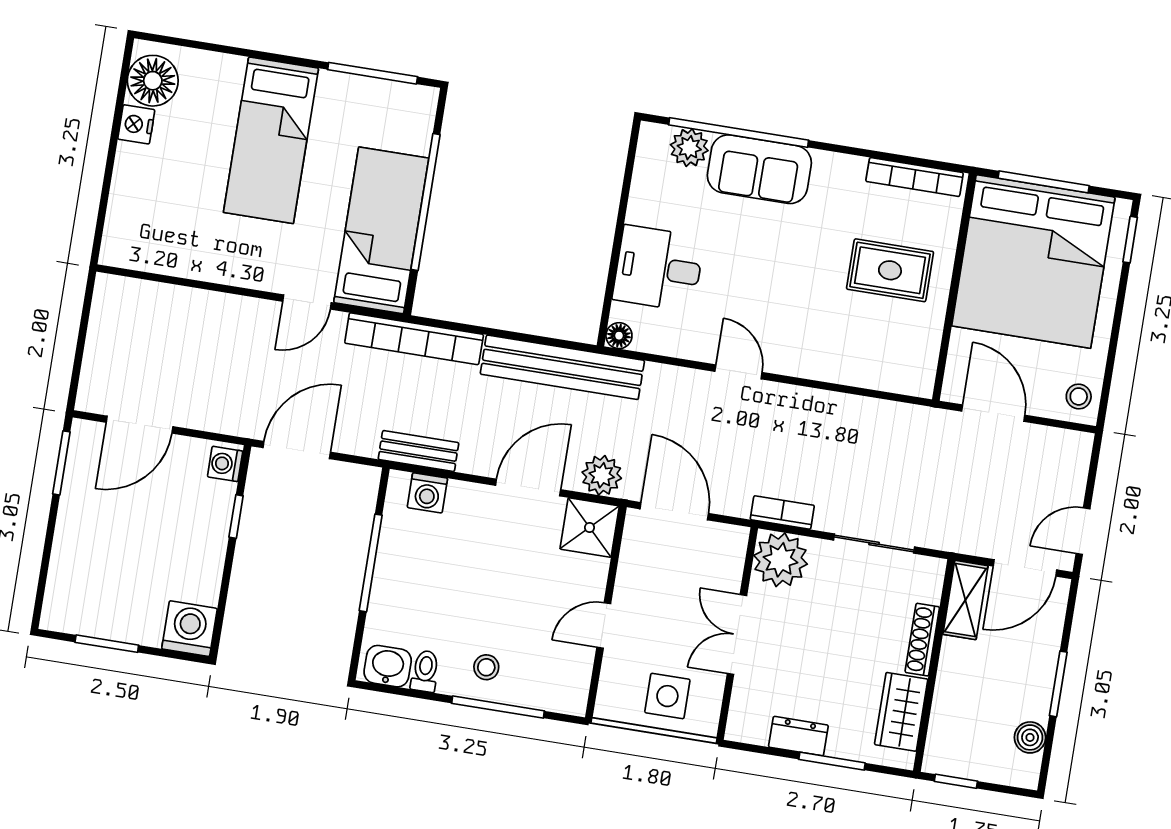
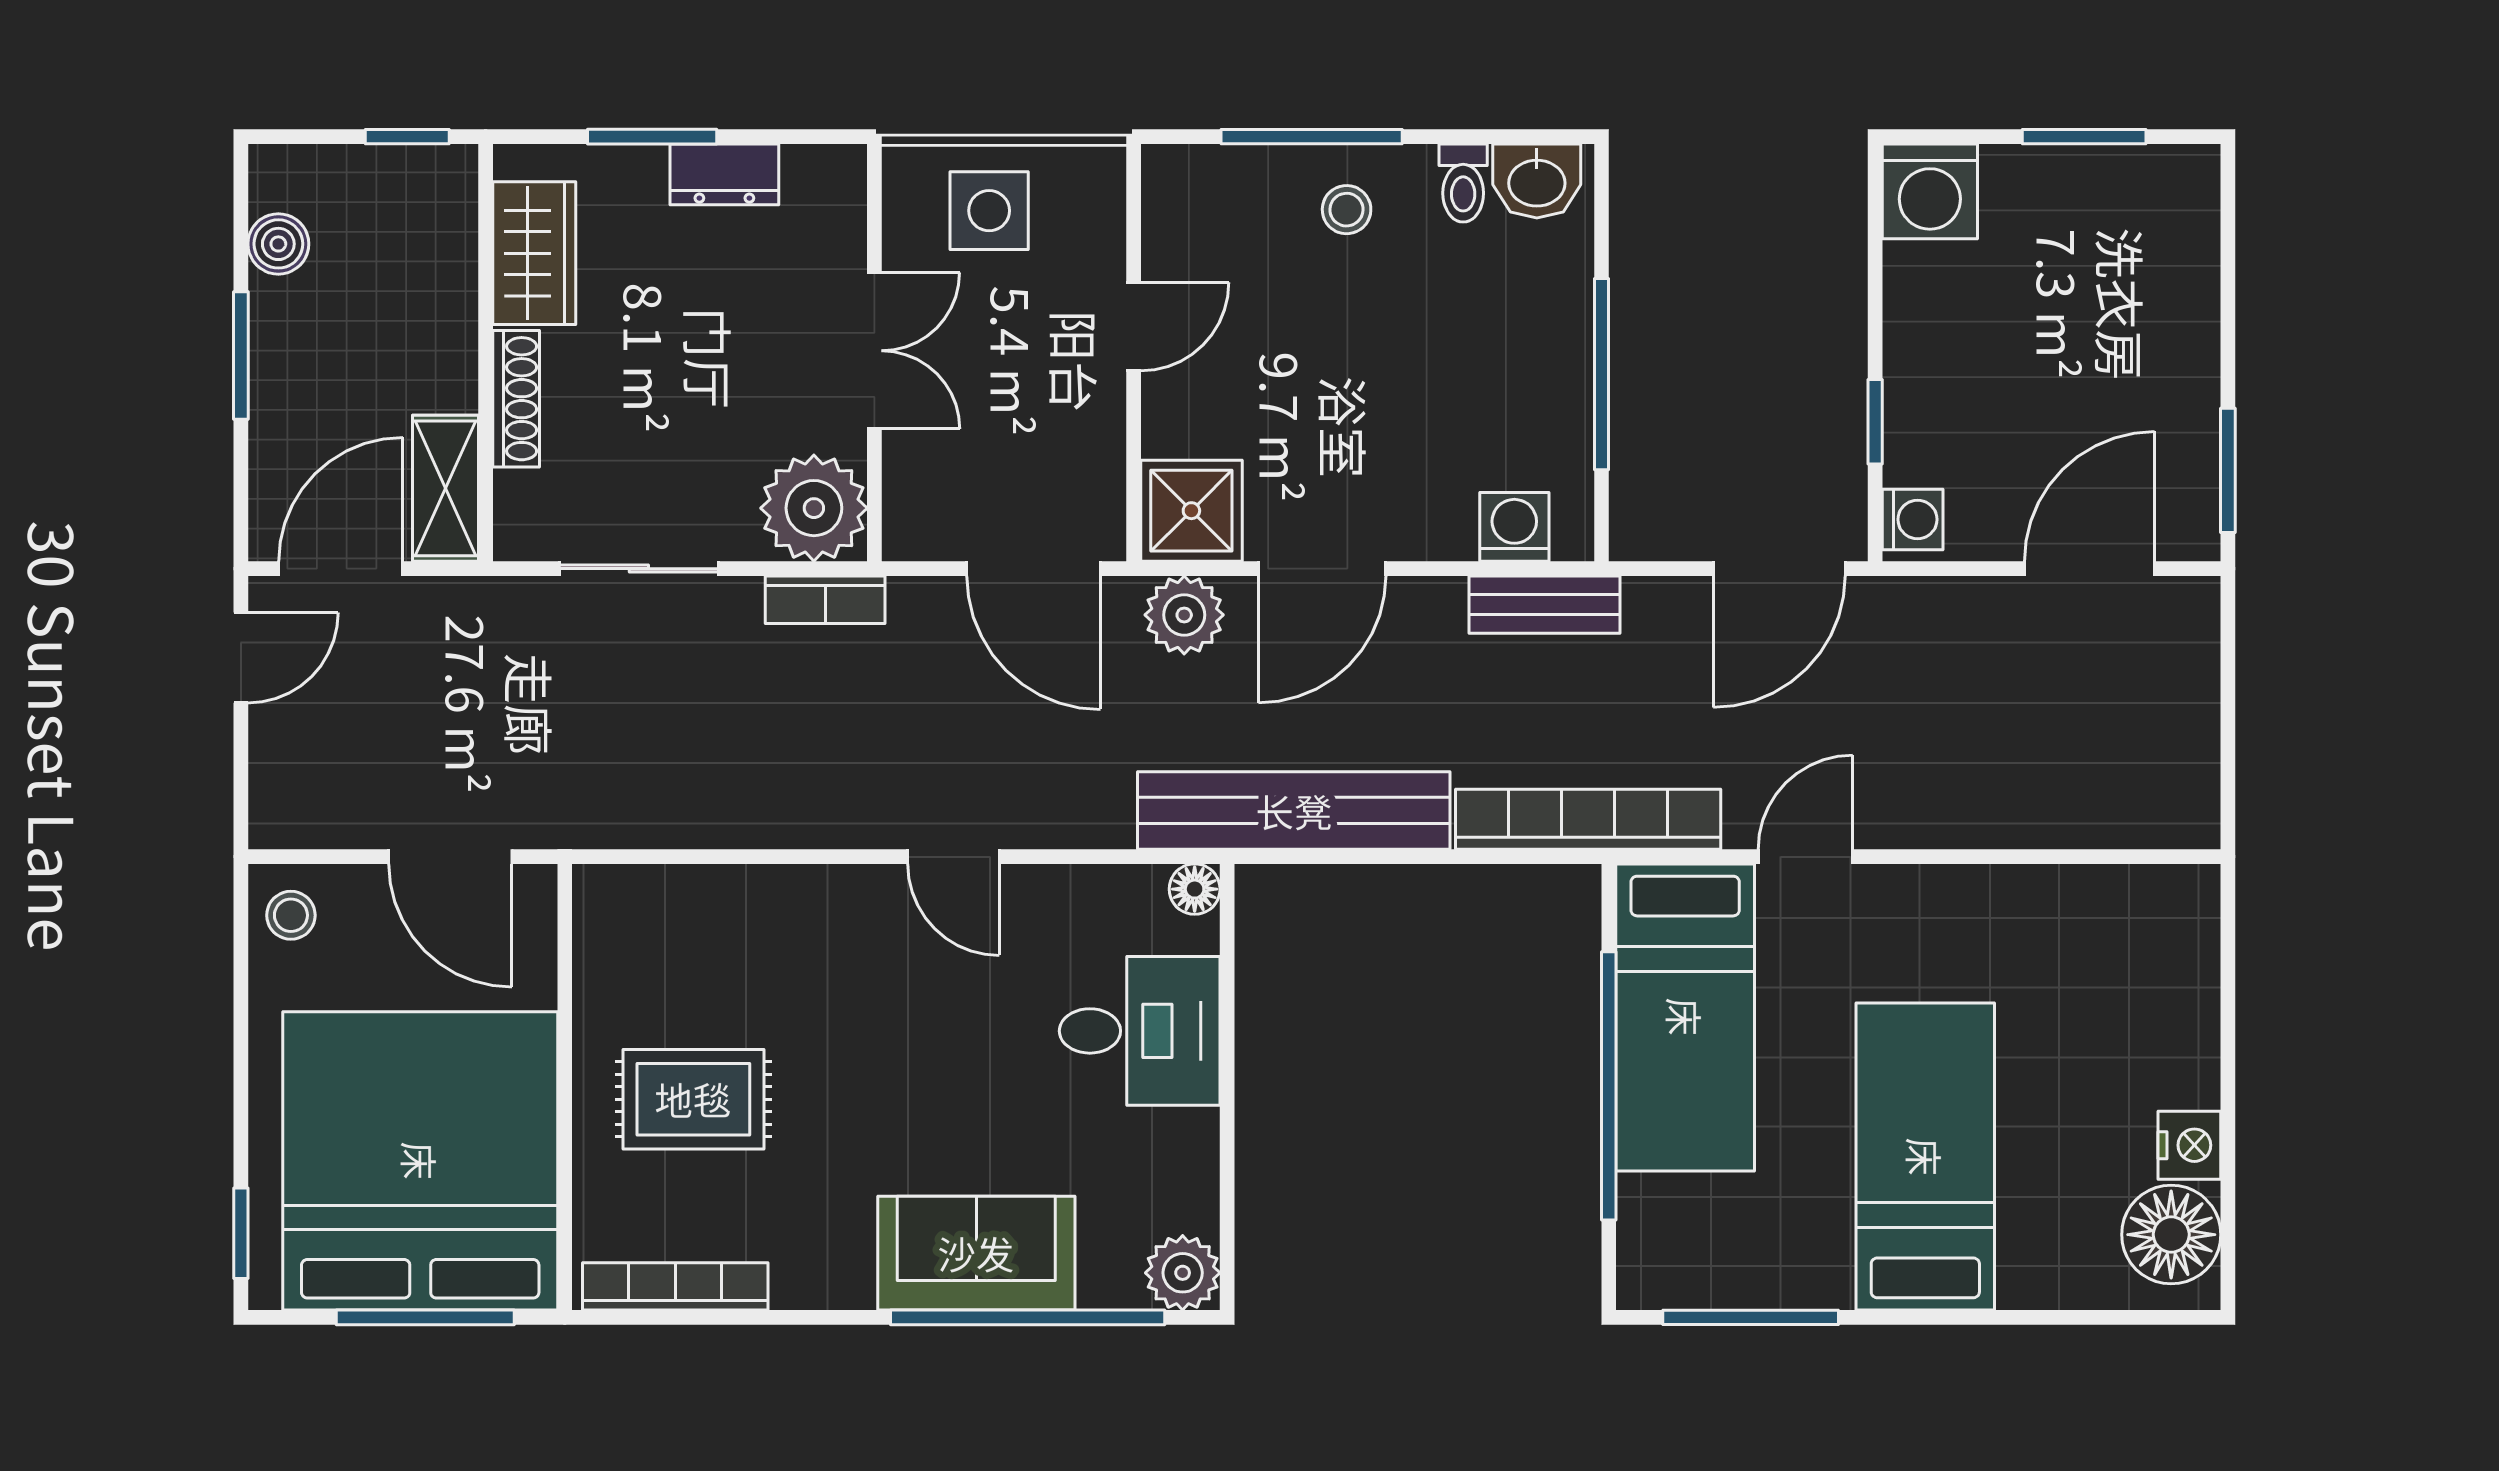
plant: (689, 148) -> (1183, 1273), moved

